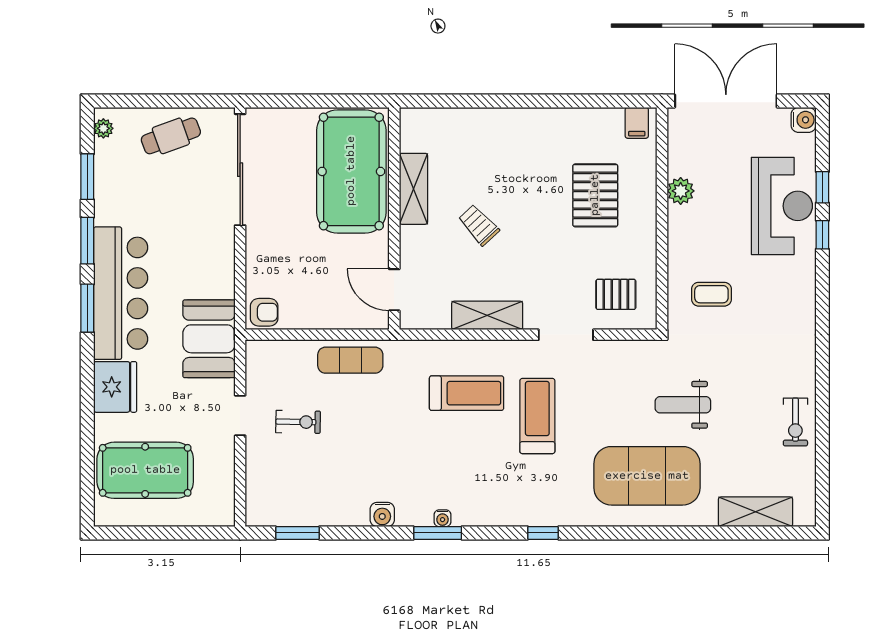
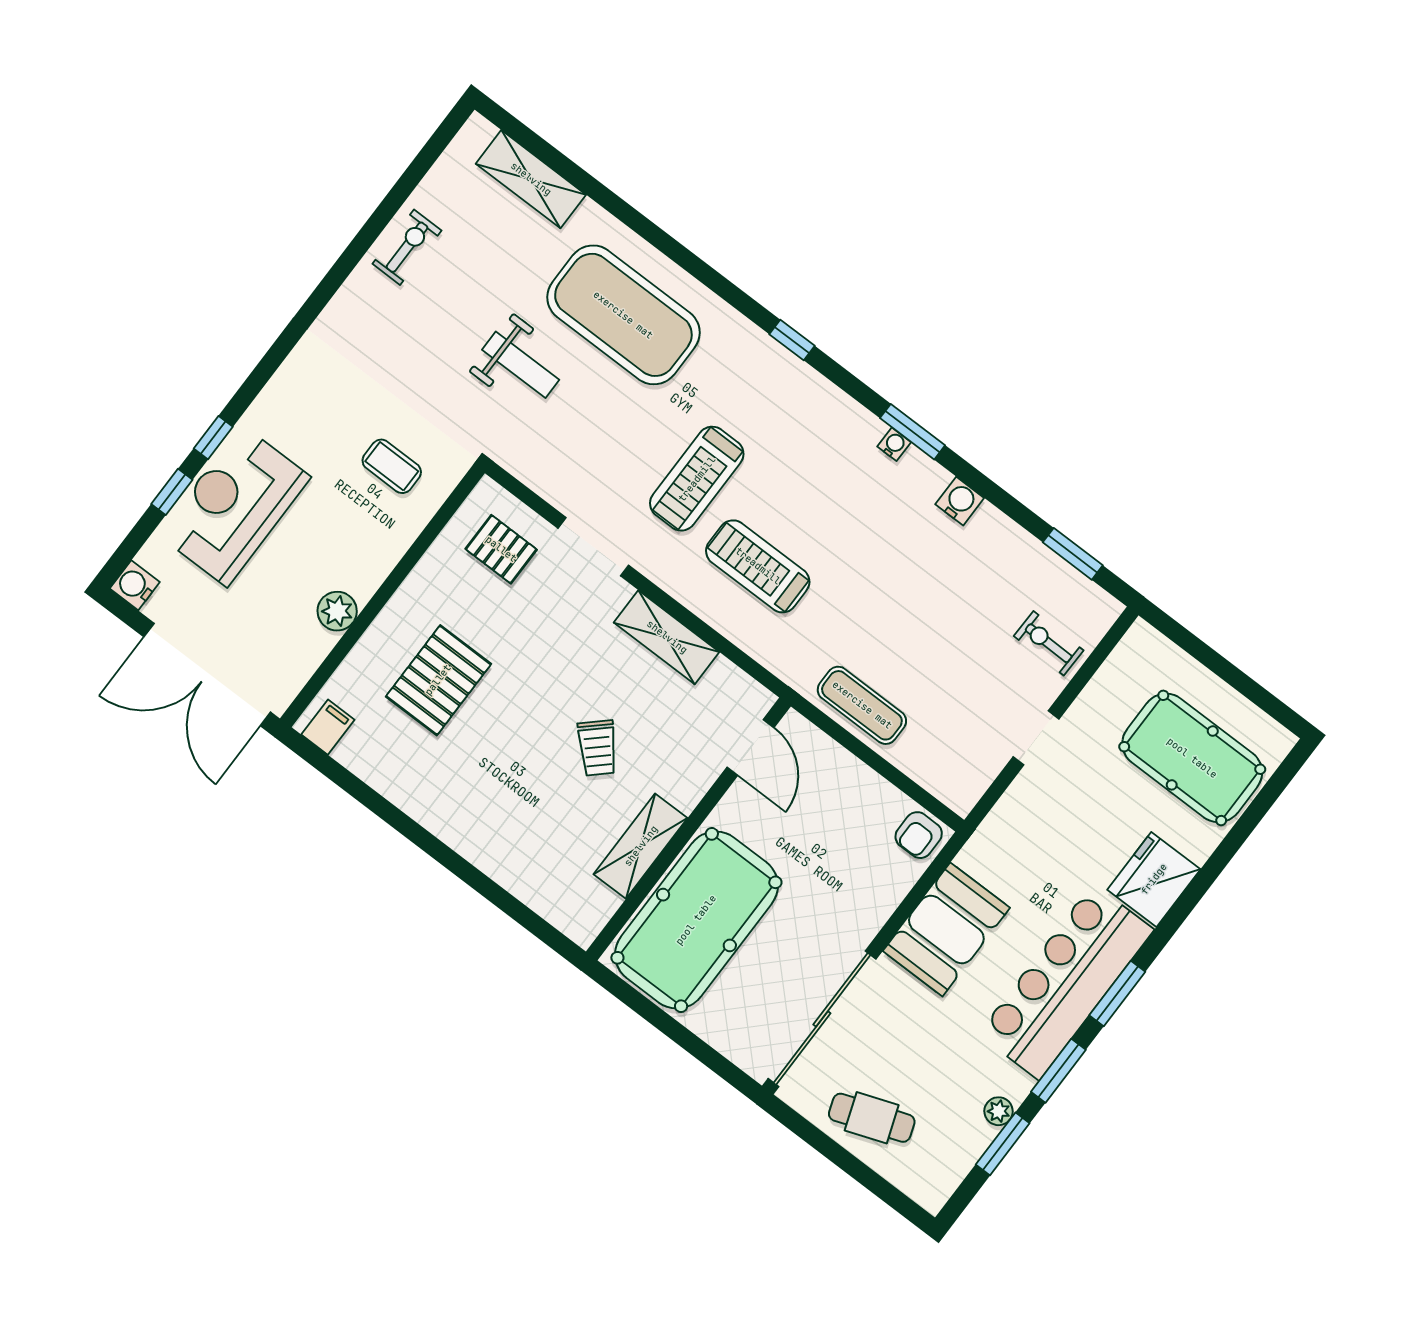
plant: (103, 128) -> (999, 1111), moved
armchair: (264, 312) -> (919, 835), turned -90
booth: (209, 339) -> (946, 929), moved
exercise bike: (298, 422) -> (1049, 643), moved

